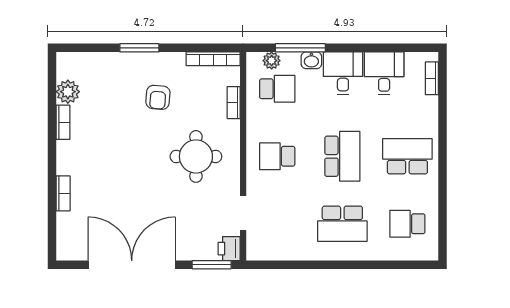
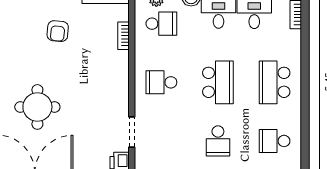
round table: (196, 156) -> (37, 107), moved
school desk: (407, 156) -> (275, 82), turned -90
school desk: (342, 224) -> (218, 141), width x0.54

